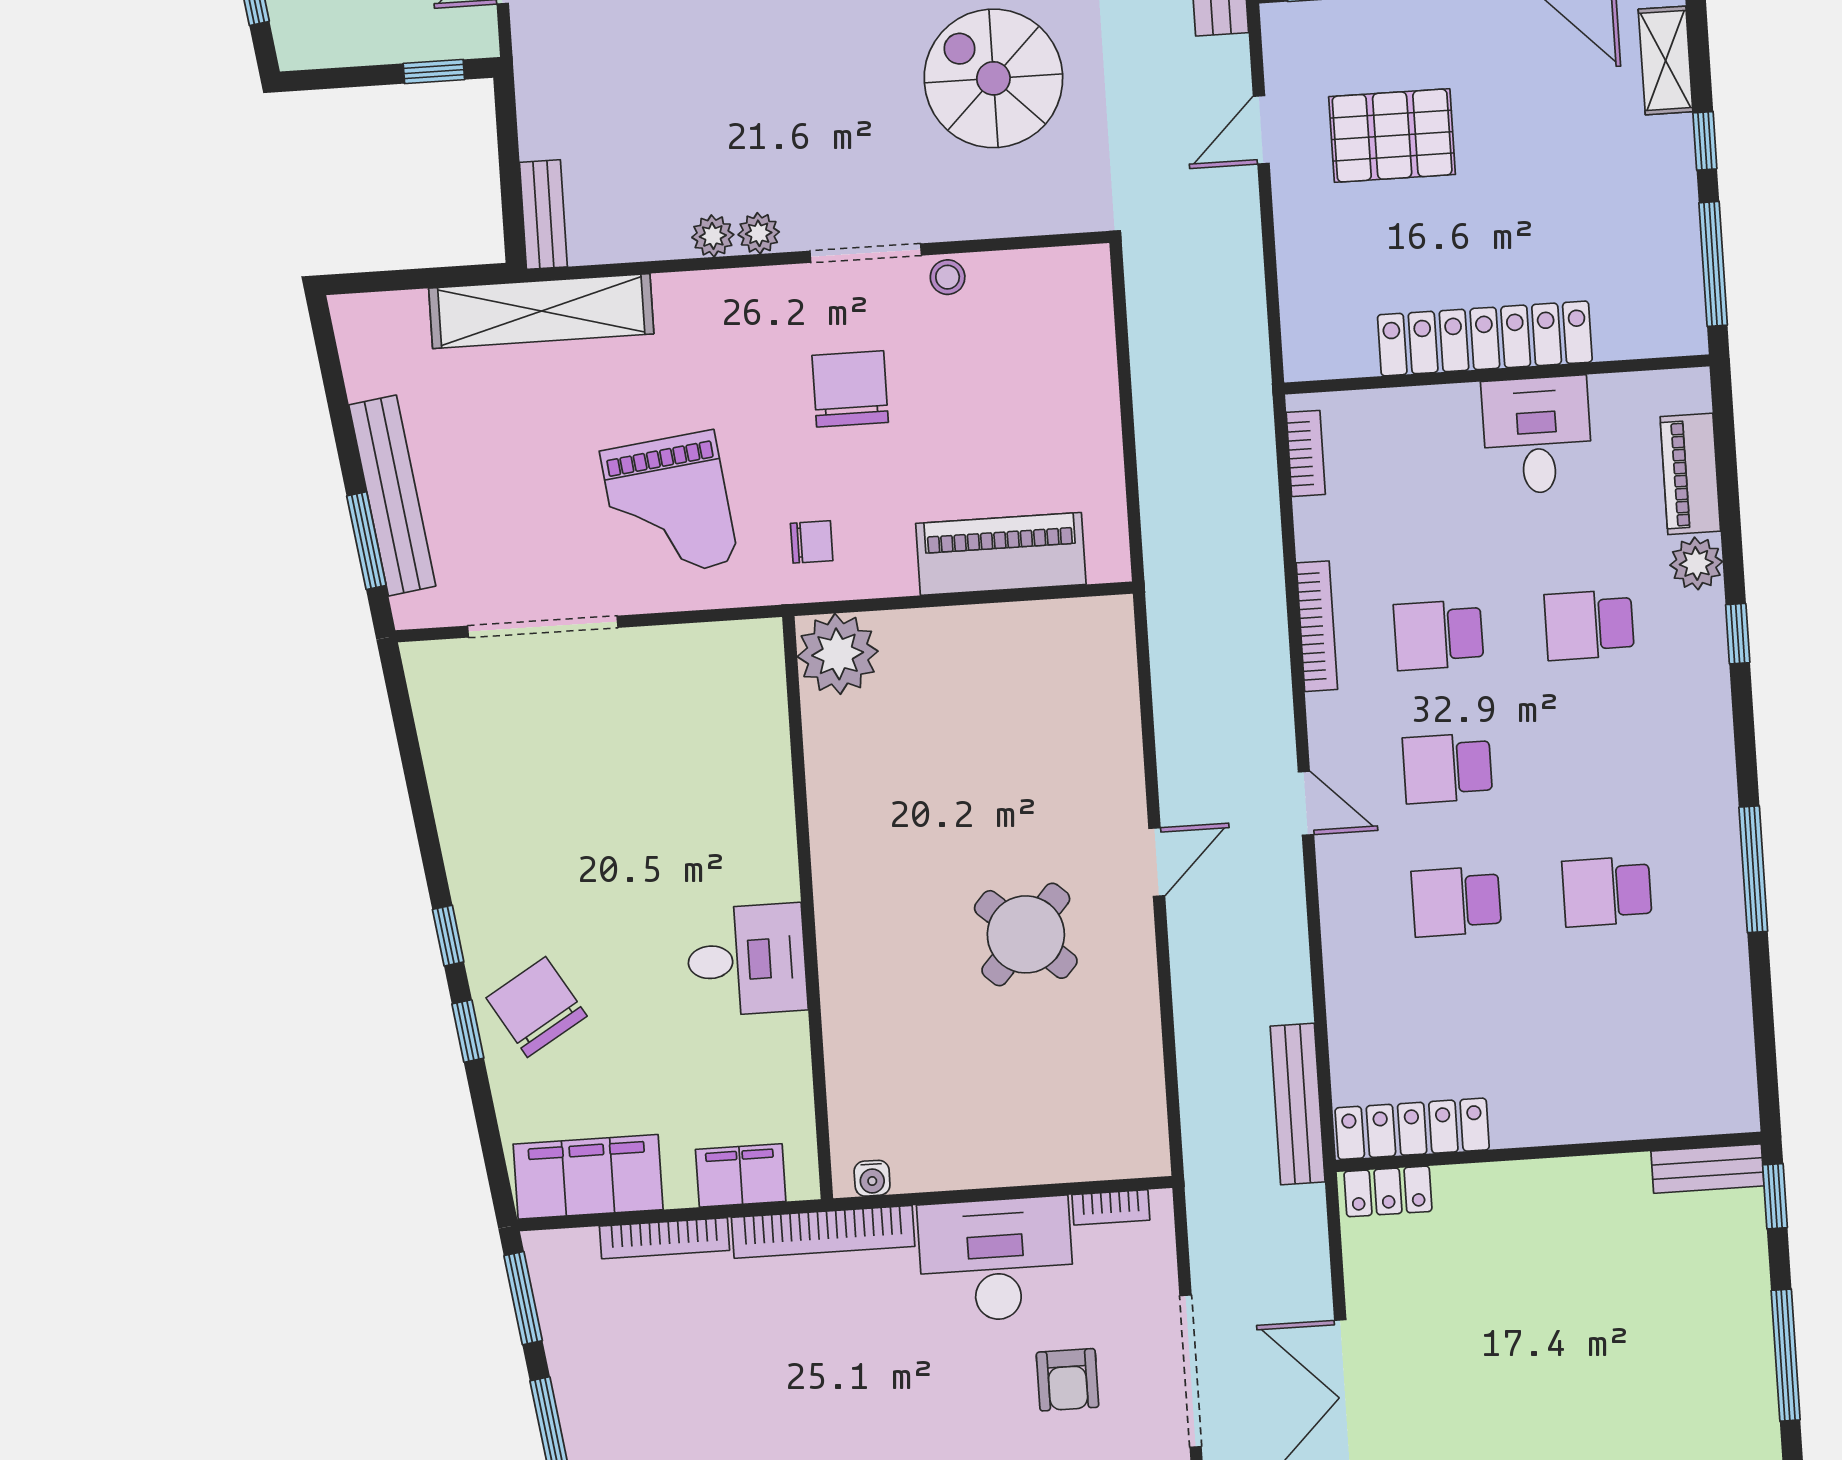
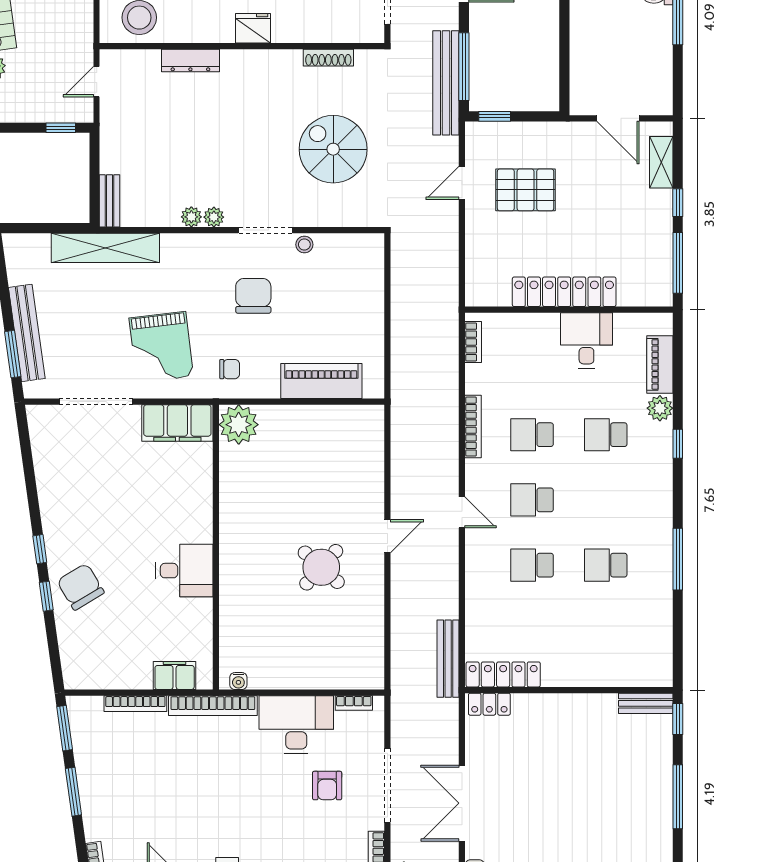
filing cabinet: (588, 1177) -> (177, 423), moved, turned 180

